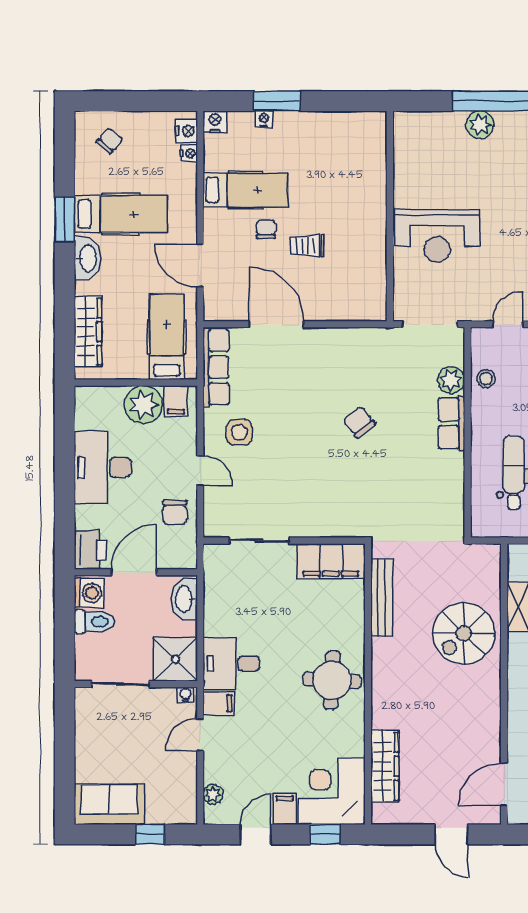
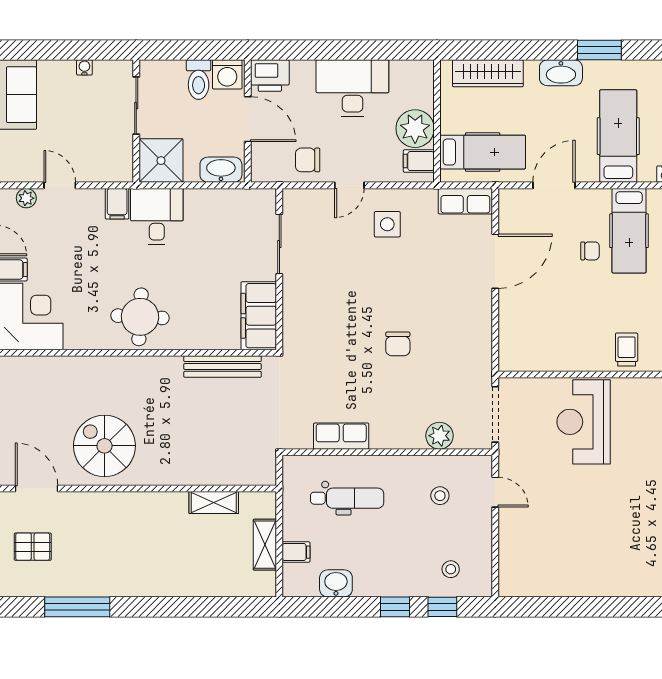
hospital bed: (121, 214) -> (618, 136), moved, turned 180
trolley: (307, 246) -> (627, 350), moved
row of seats: (216, 367) -> (465, 201), width x0.68
stool: (486, 379) -> (440, 496), moved
chair: (359, 422) -> (398, 344), turned 128
row of seats: (452, 423) -> (341, 436), moved
spiral stairs: (464, 633) -> (104, 446), moved
water cooler: (185, 695) -> (84, 67), moved, turned -90
door: (200, 735) -> (60, 185), moved
wardrobe: (385, 766) -> (54, 370), removed

